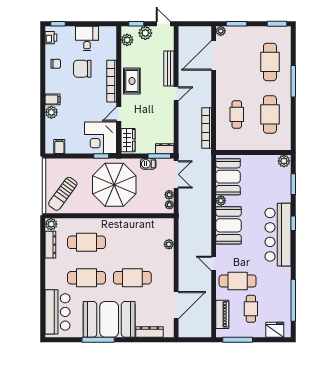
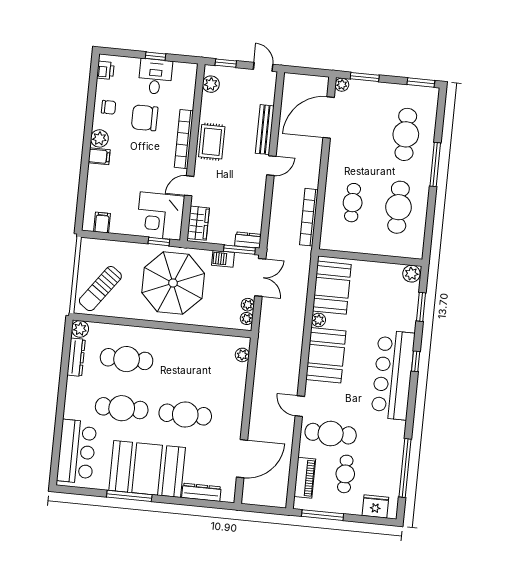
window: (58, 24) -> (155, 56), moved
plant: (145, 33) -> (237, 77), removed
plant: (51, 112) -> (99, 138), moved
plant: (169, 244) -> (242, 355), moved

